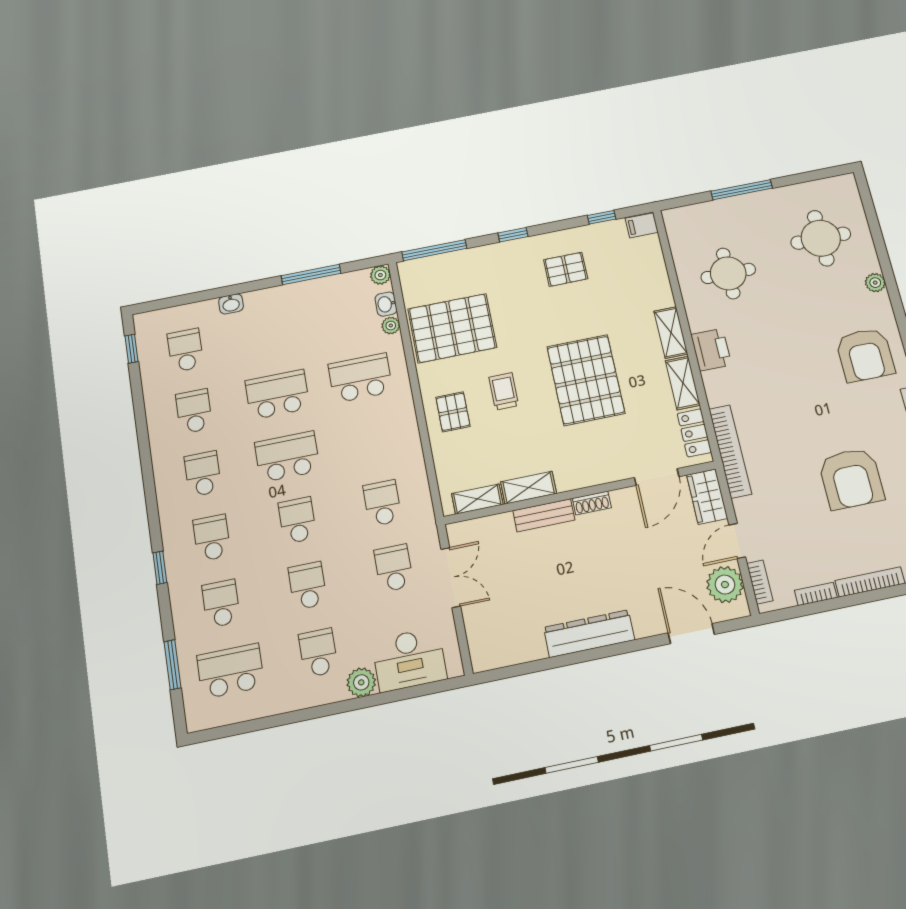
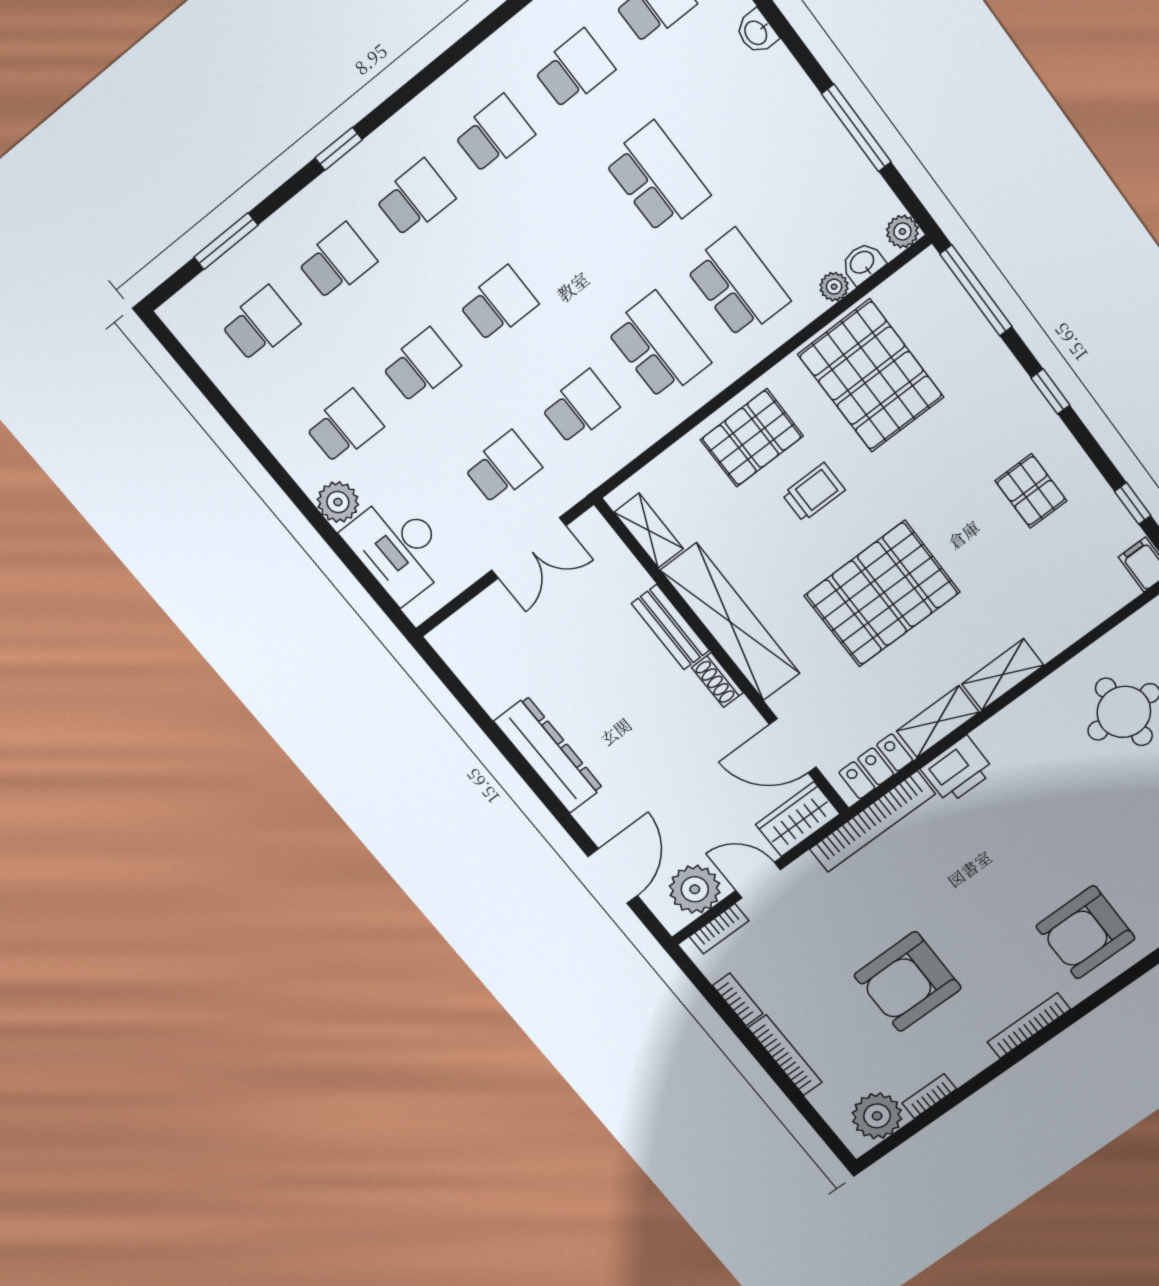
printer: (711, 350) -> (957, 770), moved
pallet: (453, 412) -> (752, 438), width x1.50, depth x1.42
school desk: (287, 457) -> (658, 346), moved
shelving: (529, 488) -> (730, 622), width x2.20, depth x1.33
school desk: (231, 671) -> (260, 324), width x0.54

